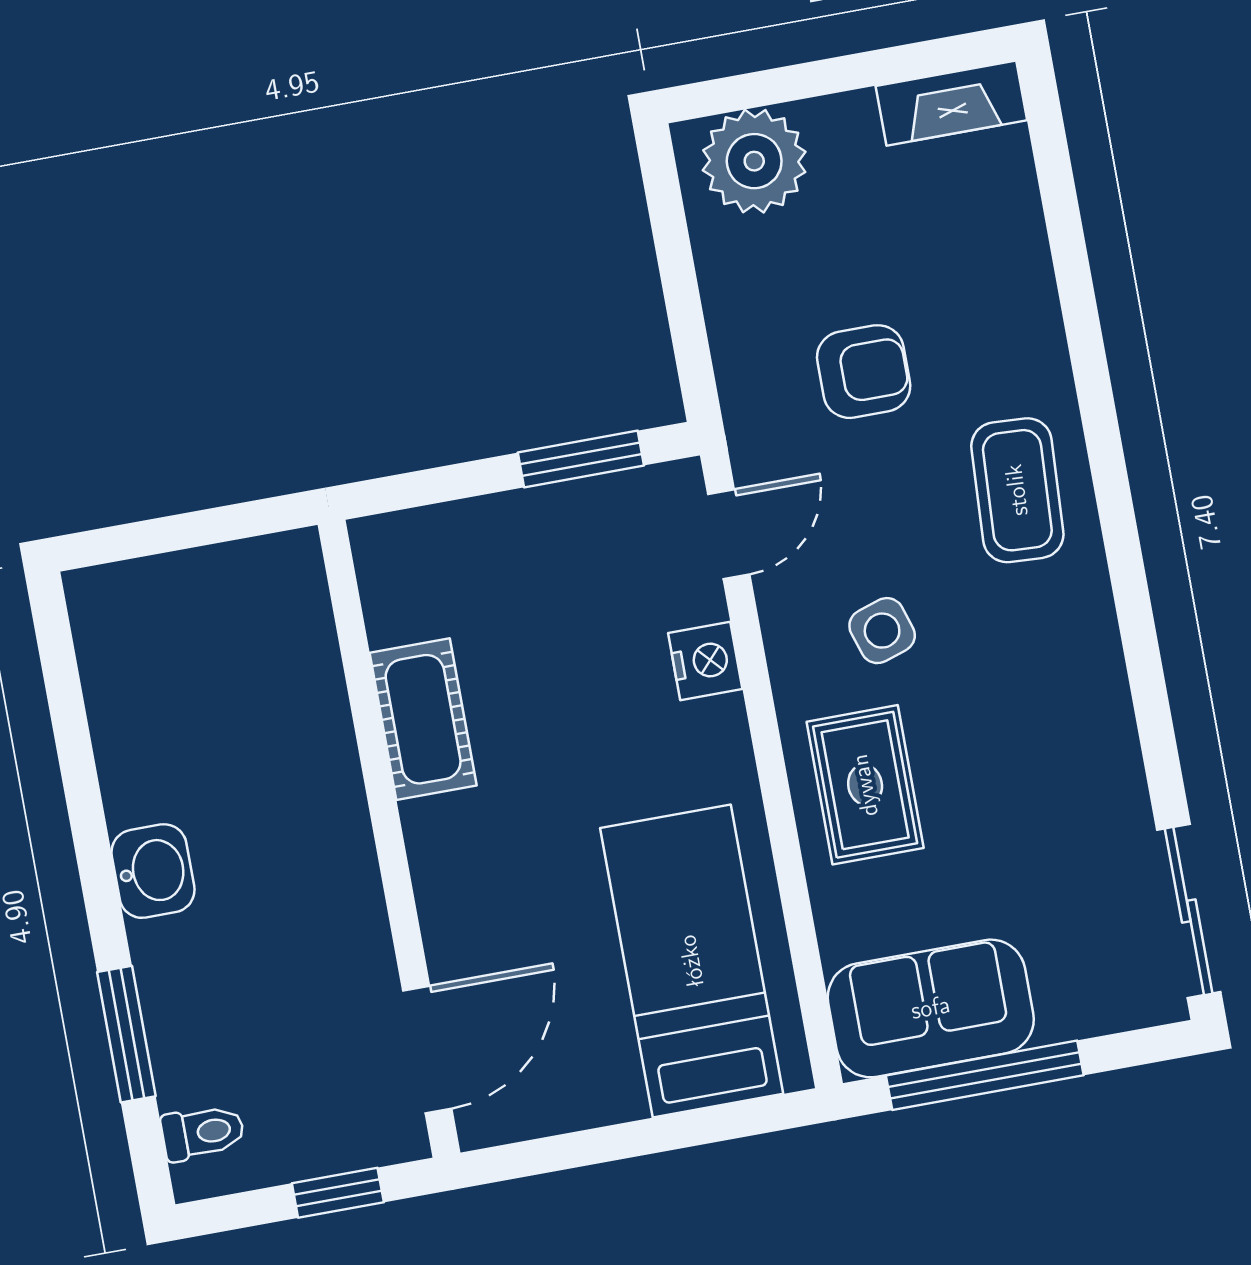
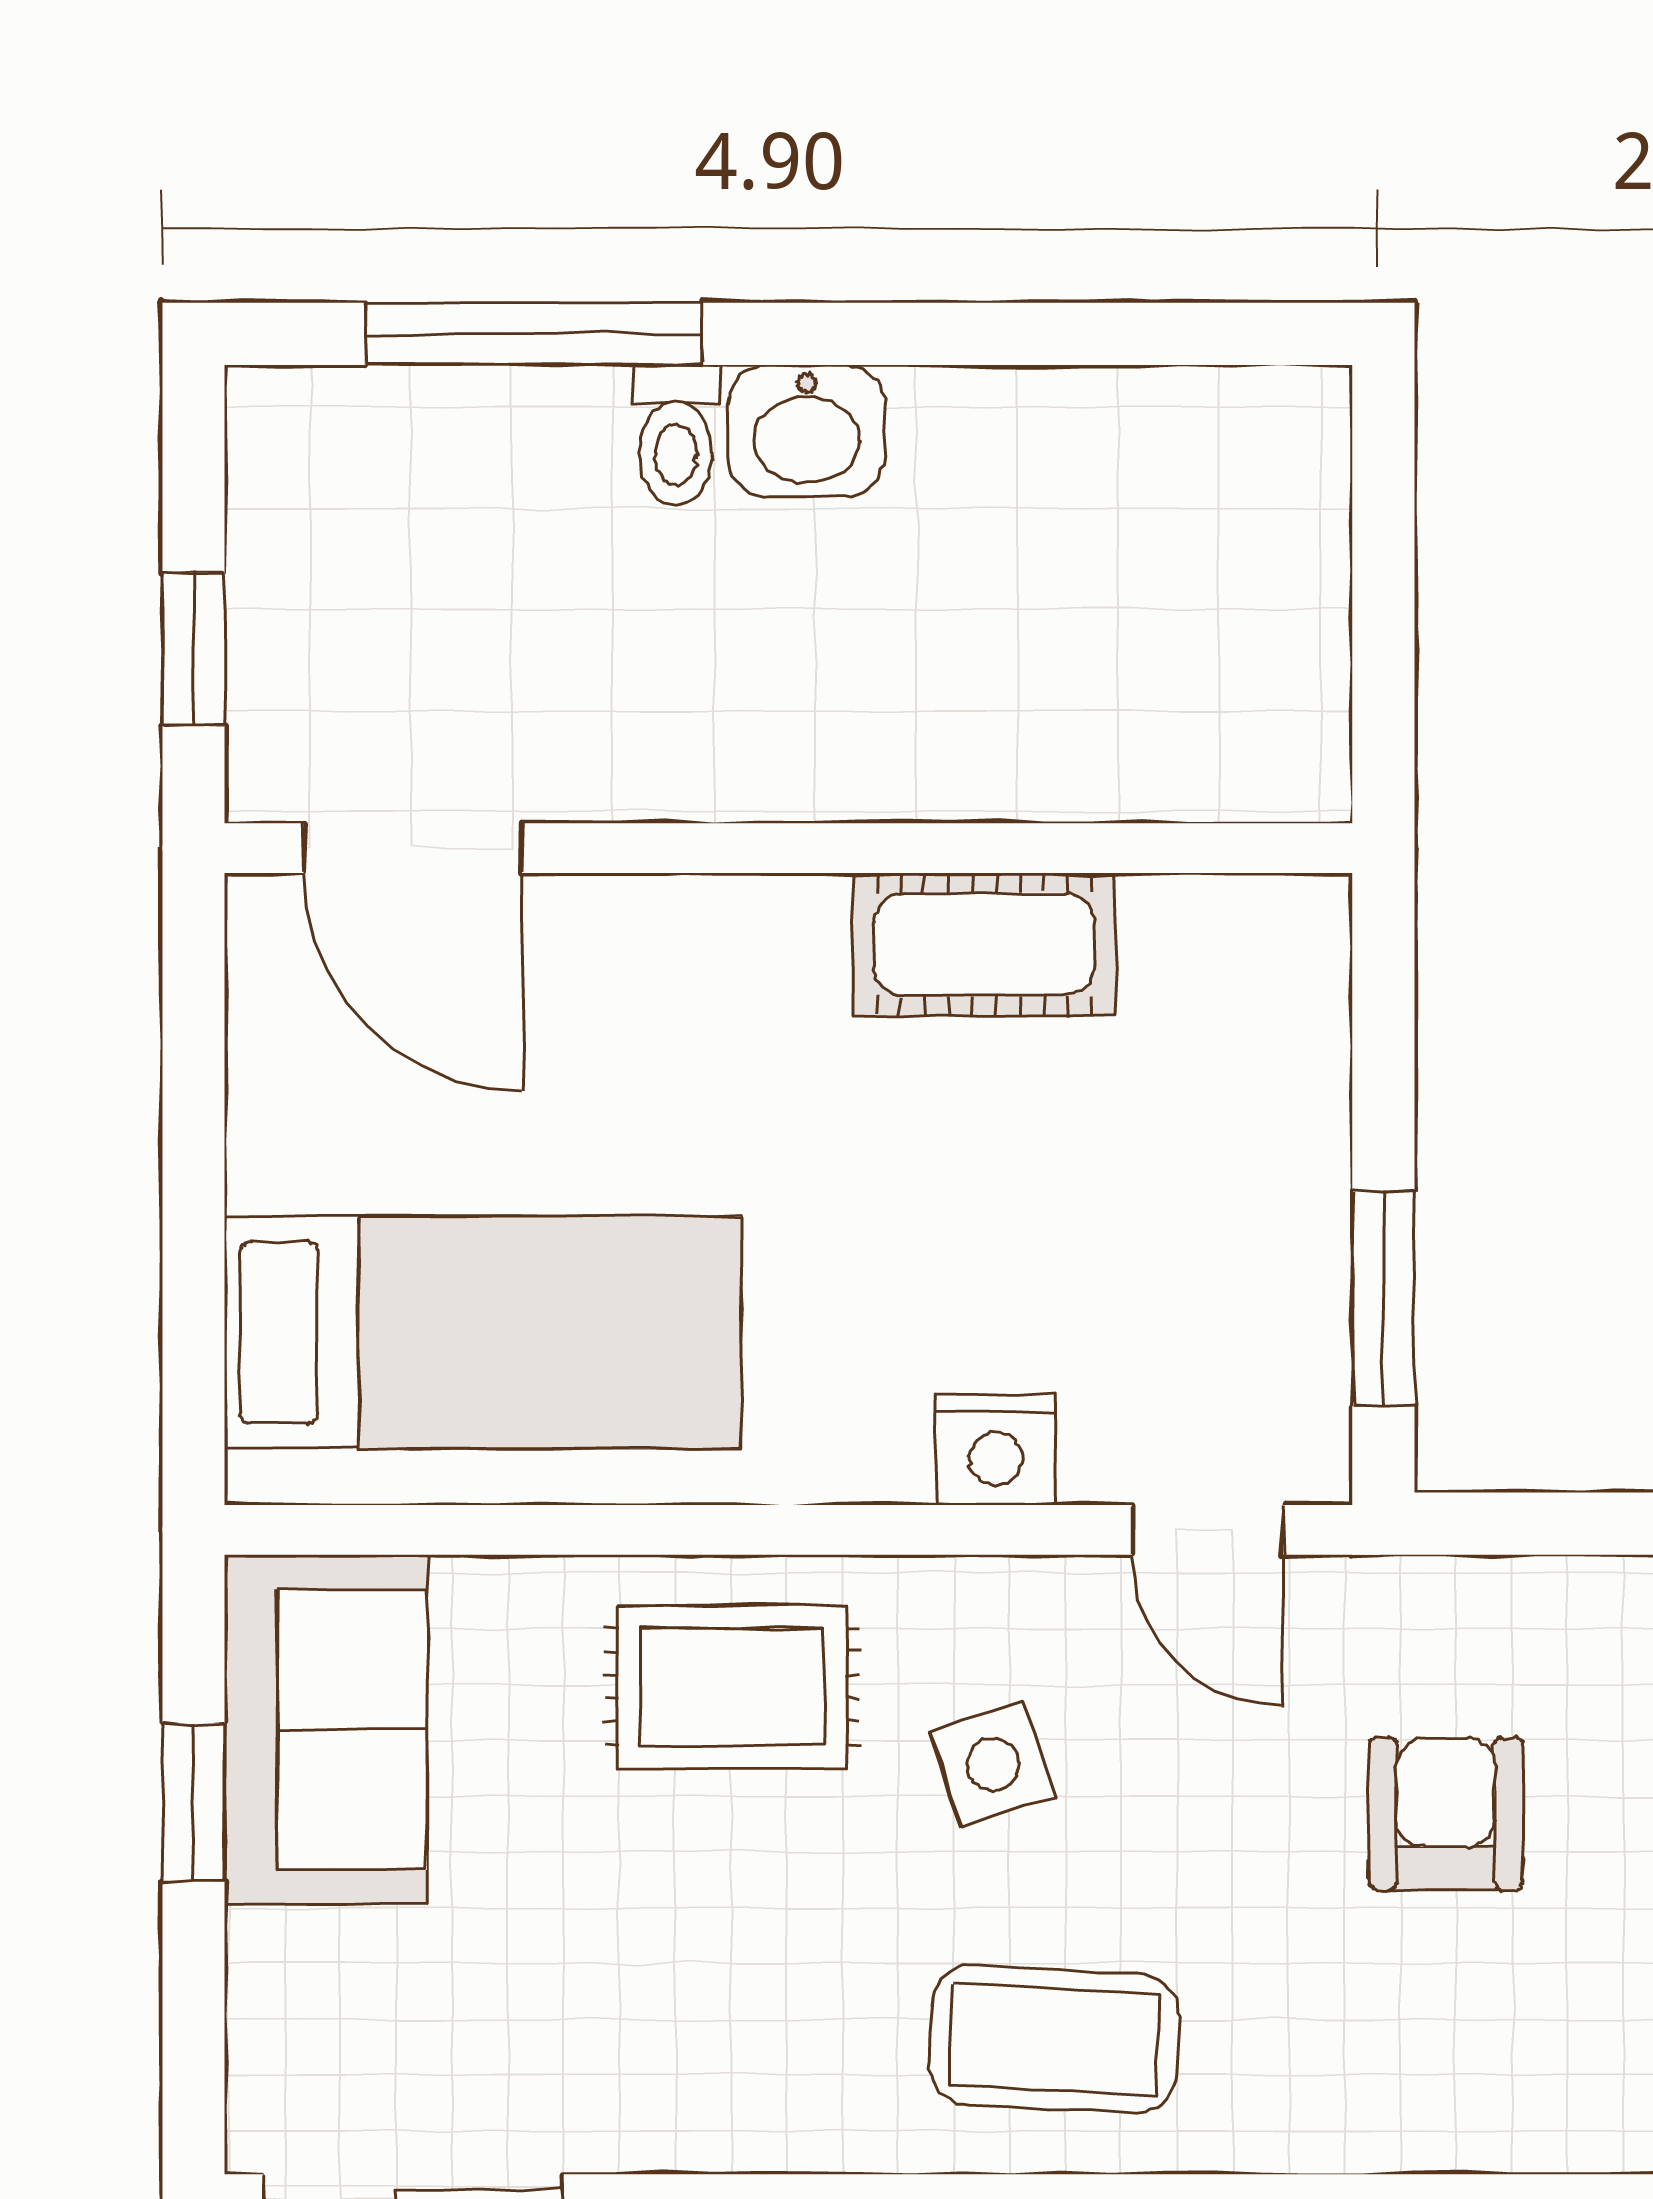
armchair: (864, 372) -> (1446, 1814), turned 180
coffee table: (1017, 490) -> (1054, 2039), moved
window: (126, 1034) -> (534, 334), width x1.44
window: (985, 1075) -> (193, 1802), width x0.46
toilet: (203, 1133) -> (676, 435), moved

